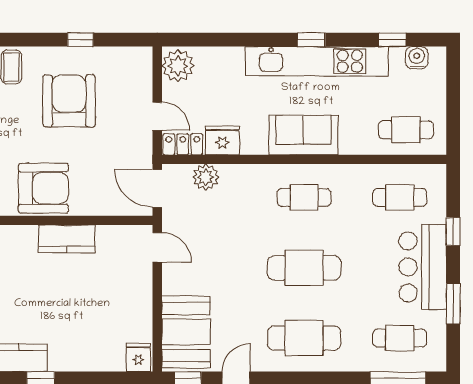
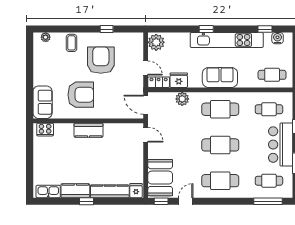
window: (311, 40) -> (206, 29), moved
plant: (206, 177) -> (182, 99), moved
armchair: (43, 188) -> (81, 95), moved
cafe table: (304, 197) -> (220, 109), width x1.37, depth x1.35
kitchen counter: (67, 239) -> (88, 130), moved
kitchen counter: (87, 359) -> (110, 191), added

